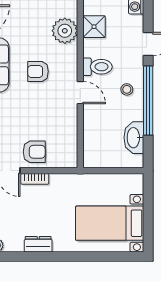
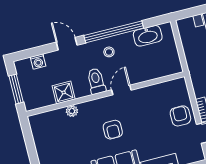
plant: (65, 31) -> (72, 111), width x0.53, depth x0.53

